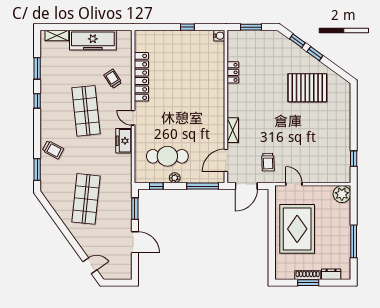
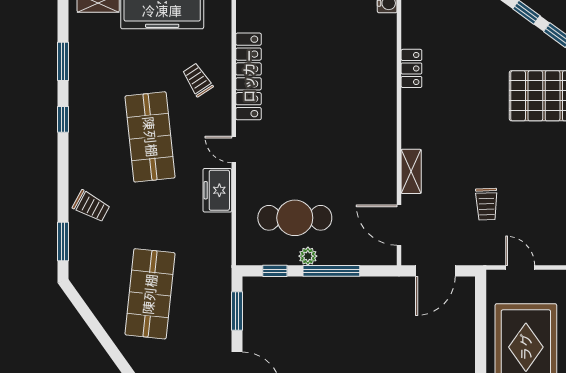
door: (226, 160) -> (399, 225), hinge flipped
trolley: (268, 162) -> (487, 204), moved
window: (203, 186) -> (331, 271), moved

